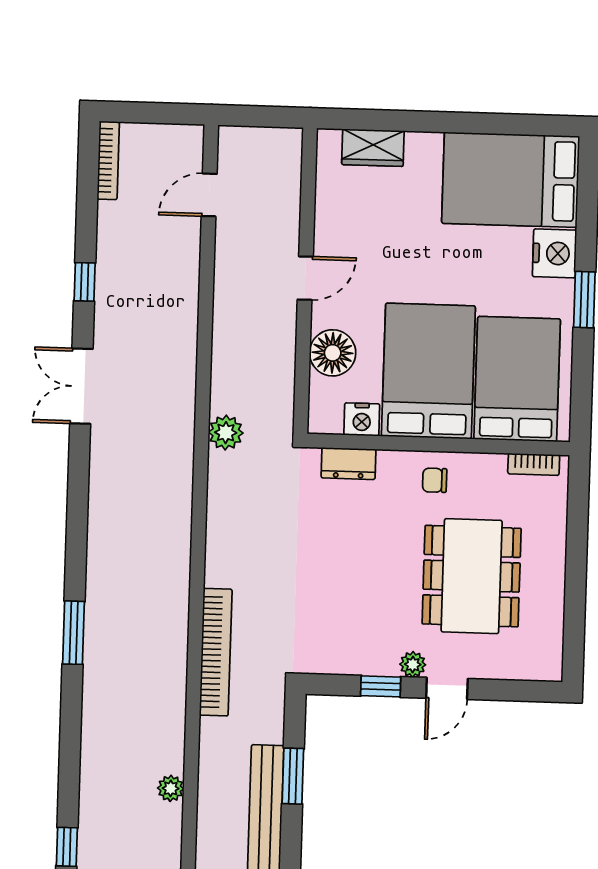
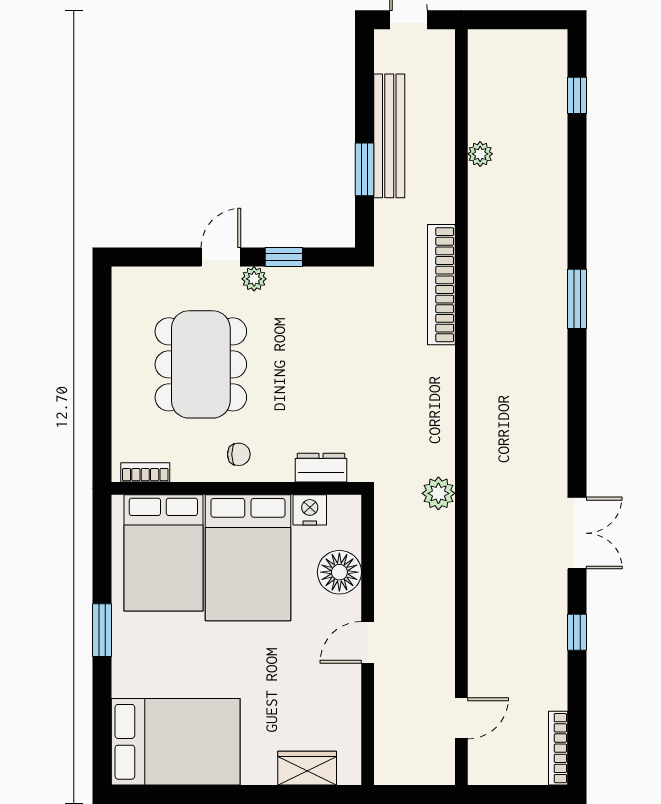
nightstand: (554, 253) -> (132, 673), removed

